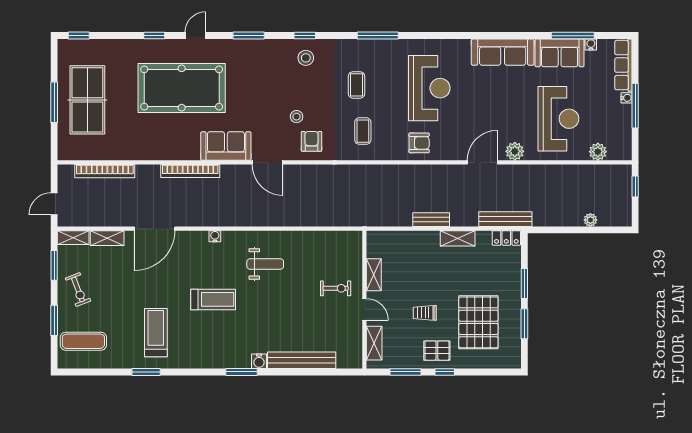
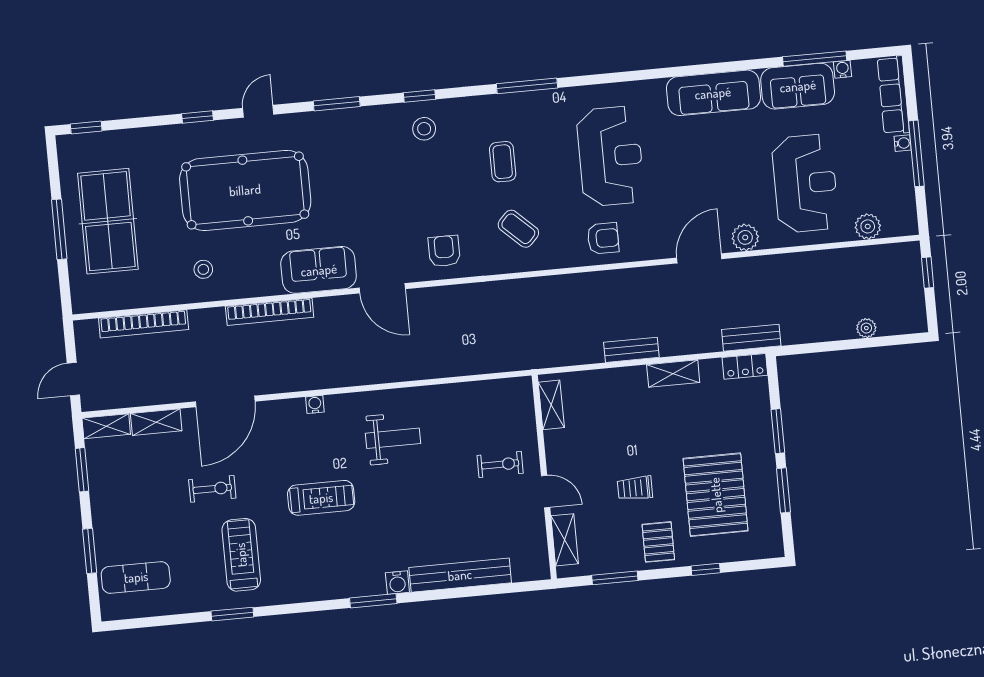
stool: (297, 117) -> (203, 269), moved
coffee table: (363, 131) -> (518, 229), turned -47
bench: (505, 219) -> (751, 338), width x0.73
shelving: (374, 275) -> (551, 405), moved
exercise bike: (78, 290) -> (212, 489), moved, turned -69
pallet: (437, 351) -> (658, 542), turned 90
window: (445, 372) -> (706, 569), moved

